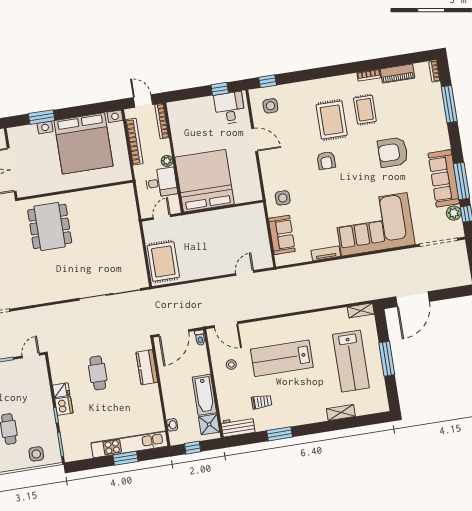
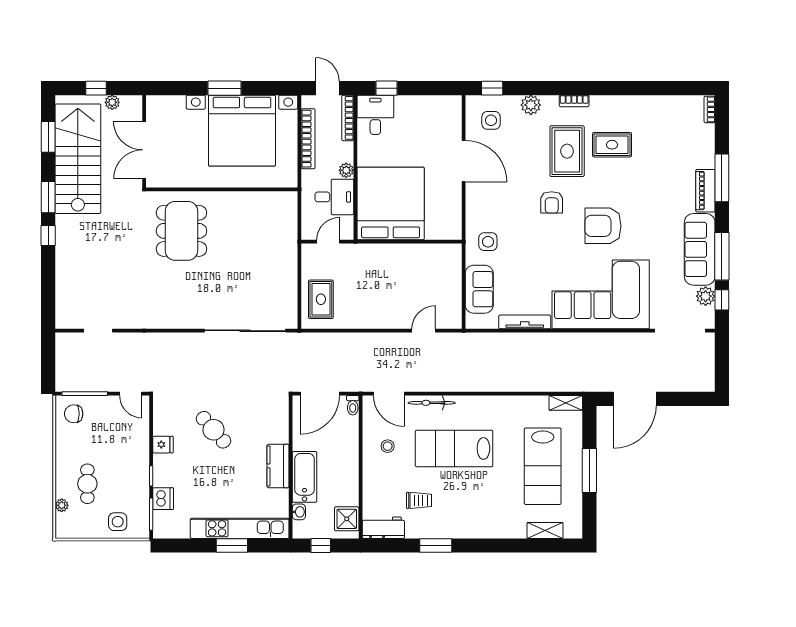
piano: (398, 73) -> (705, 191), moved, turned 90
bookcase: (369, 75) -> (574, 101), moved
window: (220, 89) -> (386, 88), moved
plant: (299, 89) -> (531, 105), added
window: (449, 104) -> (722, 178), moved
desk: (230, 108) -> (375, 115), moved
rug: (365, 110) -> (612, 145), turned 90
window: (42, 117) -> (225, 88), moved
door: (255, 140) -> (464, 161), width x1.36
armchair: (393, 152) -> (603, 226), moved
tv unit: (326, 253) -> (525, 322), width x1.41
rug: (163, 261) -> (321, 299), width x0.73, depth x0.70
bicycle: (259, 326) -> (432, 403), added
door: (31, 356) -> (131, 394), swing flipped
kitchen counter: (147, 367) -> (278, 466), moved
cafe table: (98, 373) -> (214, 430), turned -41
bathtub: (204, 395) -> (305, 477), moved, turned 180
dishwasher: (64, 406) -> (163, 499), moved
shelving: (341, 413) -> (545, 530), moved

